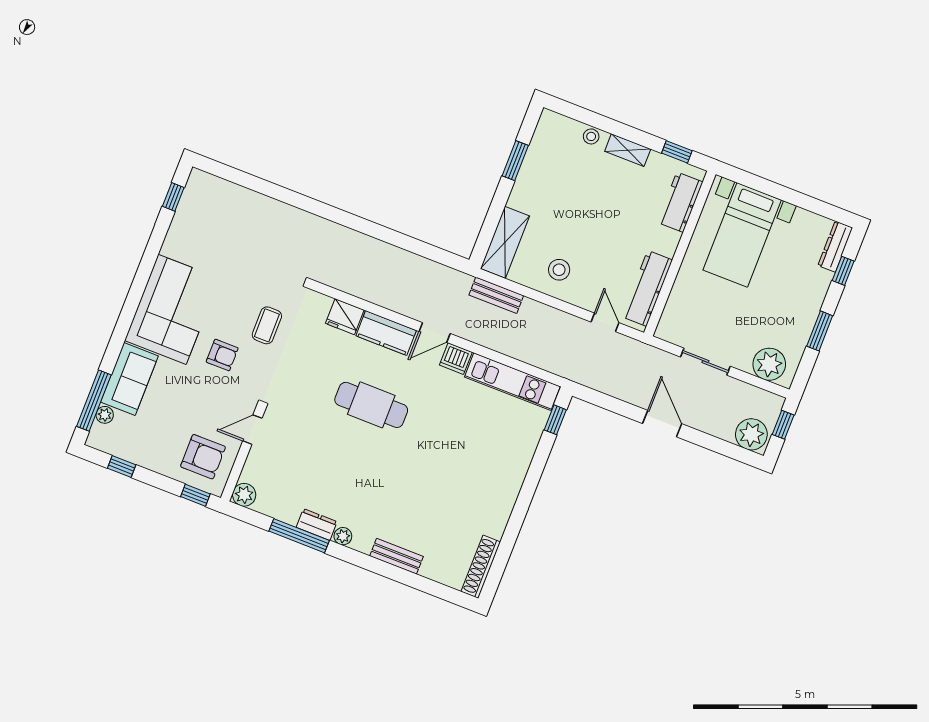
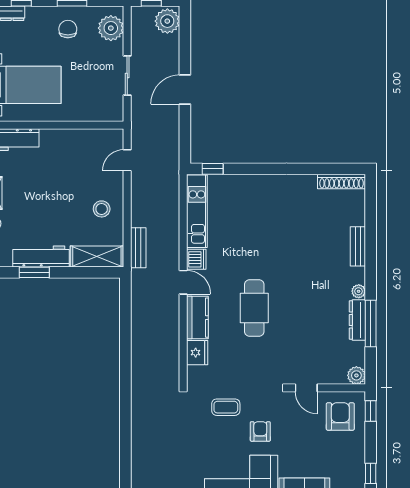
workbench: (647, 288) -> (41, 256), moved, turned 180
chair: (788, 313) -> (68, 29), added
dresser: (317, 524) -> (357, 320), width x1.44

